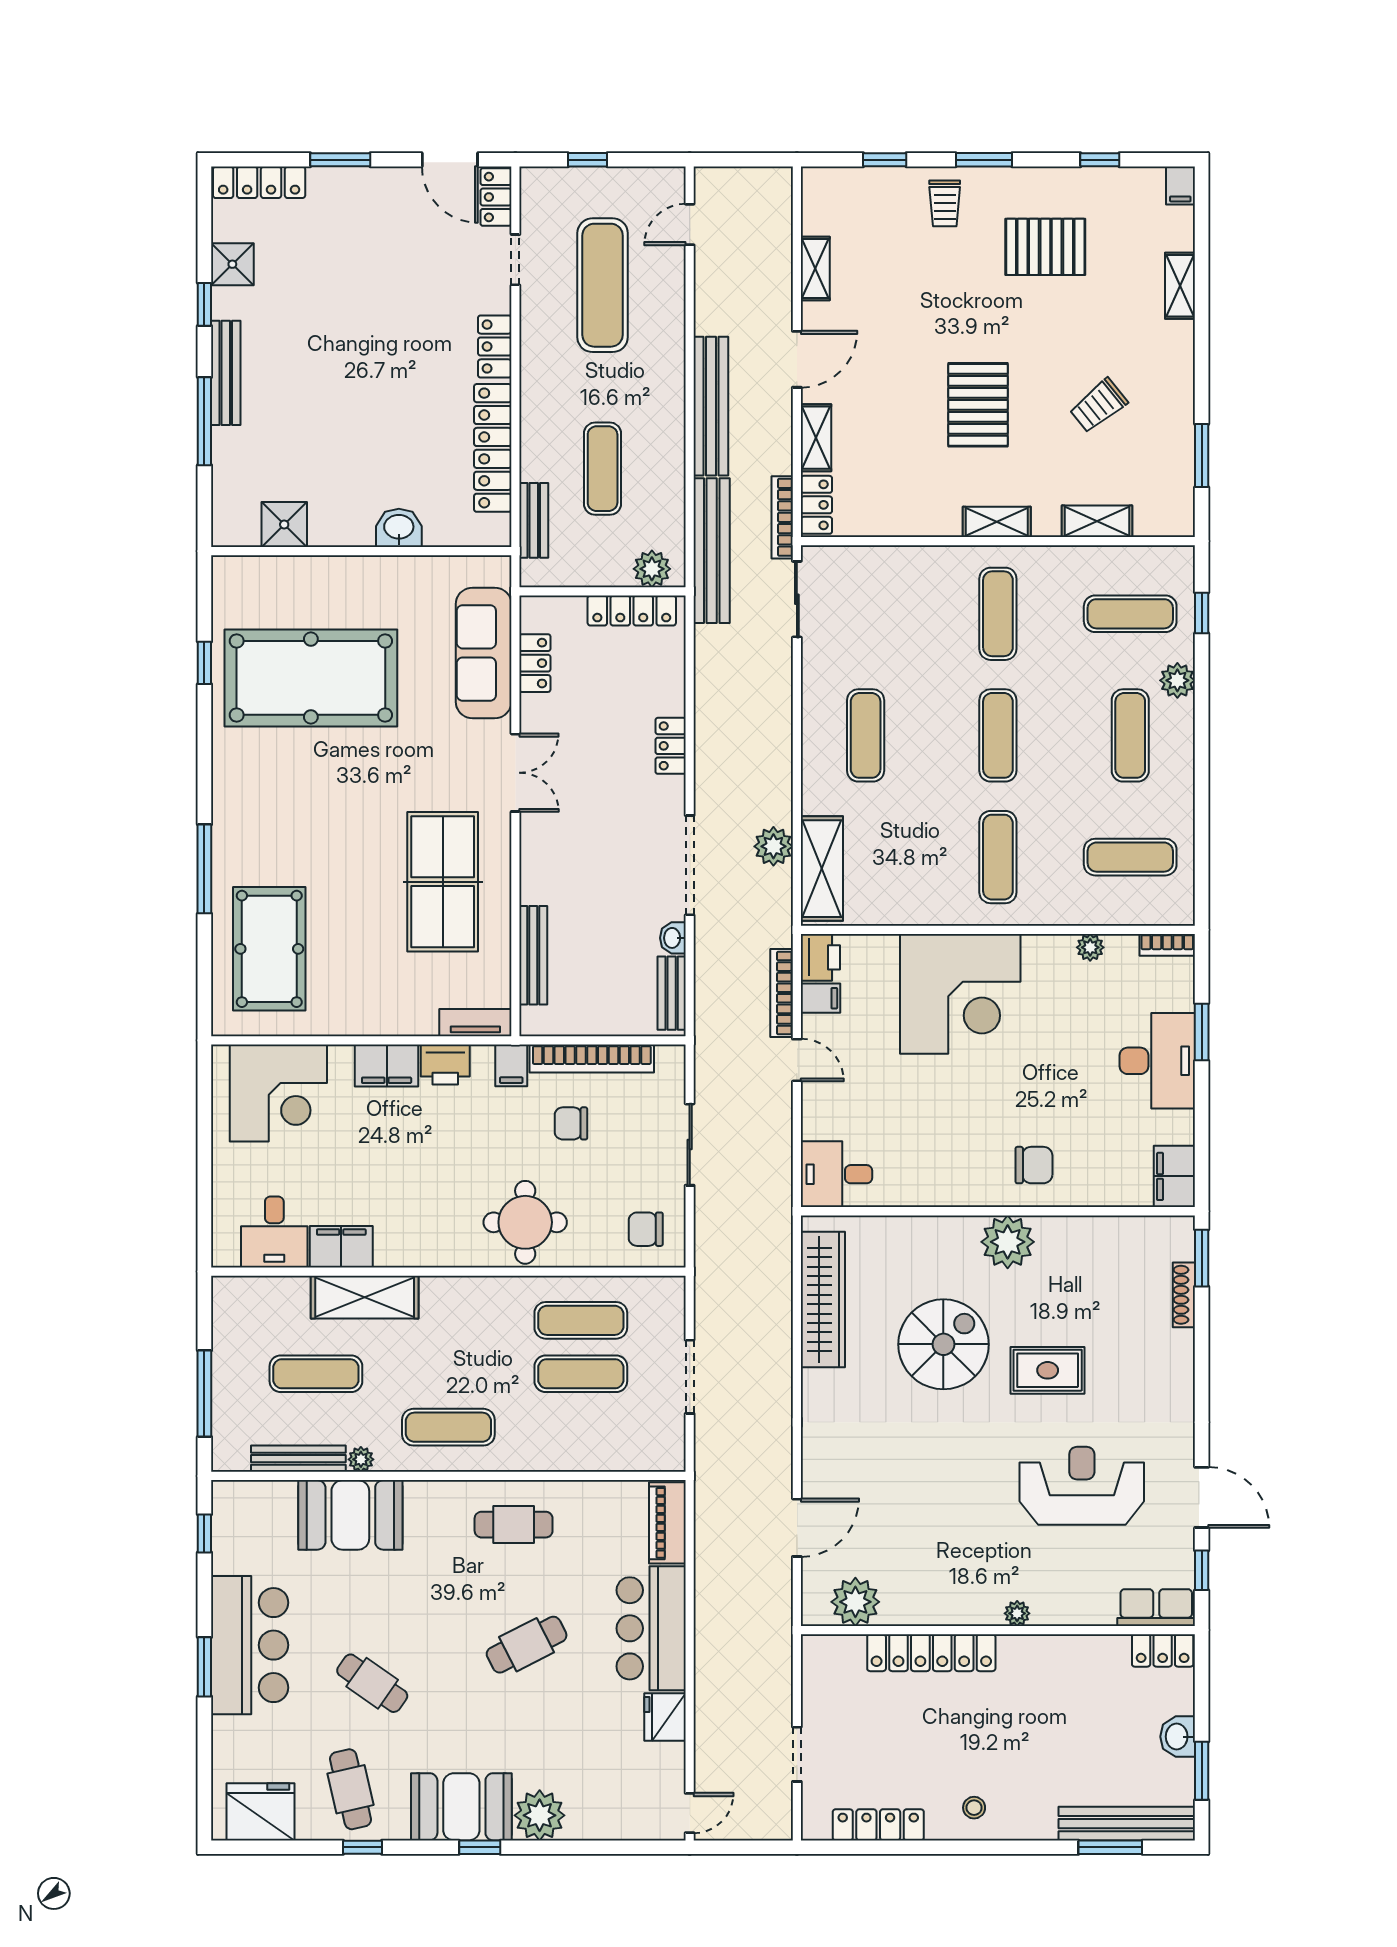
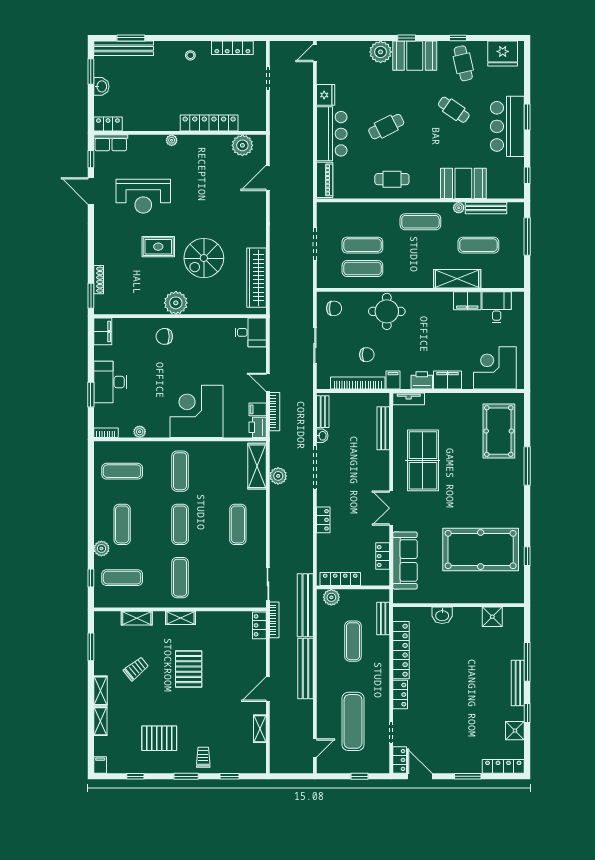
shelving: (816, 438) -> (100, 691), moved

